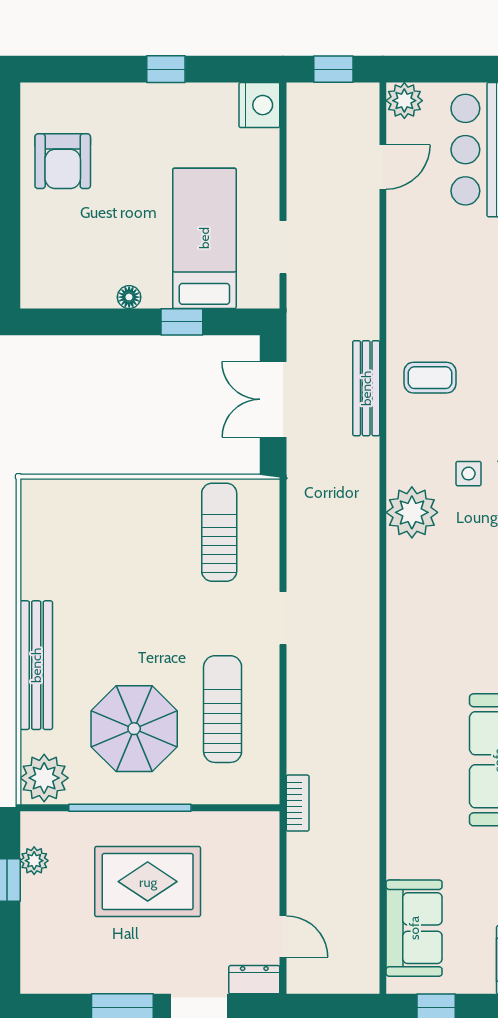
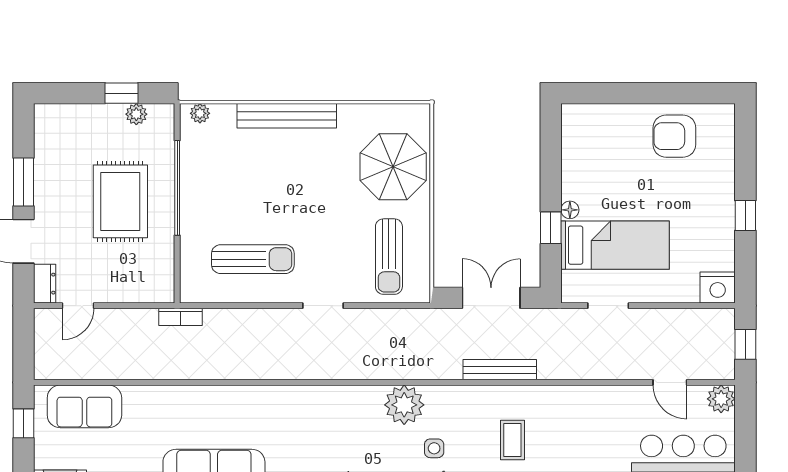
floor lamp: (129, 297) -> (570, 210), moved
coffee table: (430, 378) -> (512, 440), moved
sun lounger: (219, 532) -> (389, 257), turned 90
parasol: (134, 729) -> (393, 167), moved
plant: (44, 778) -> (200, 113), width x0.53, depth x0.53

